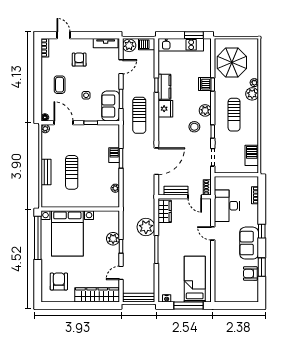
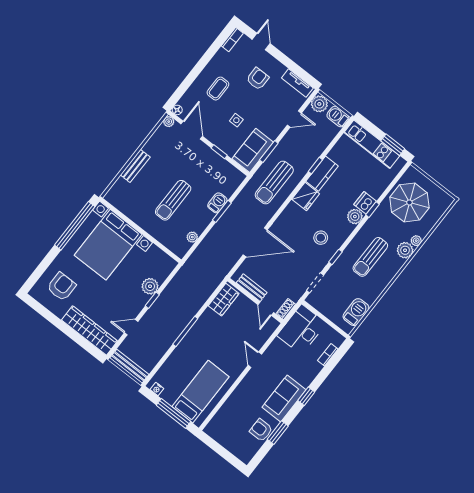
plant: (205, 110) -> (355, 217), moved
sun lounger: (72, 172) -> (173, 200), moved
desk: (227, 206) -> (302, 329), moved
plant: (146, 227) -> (193, 301), removed

